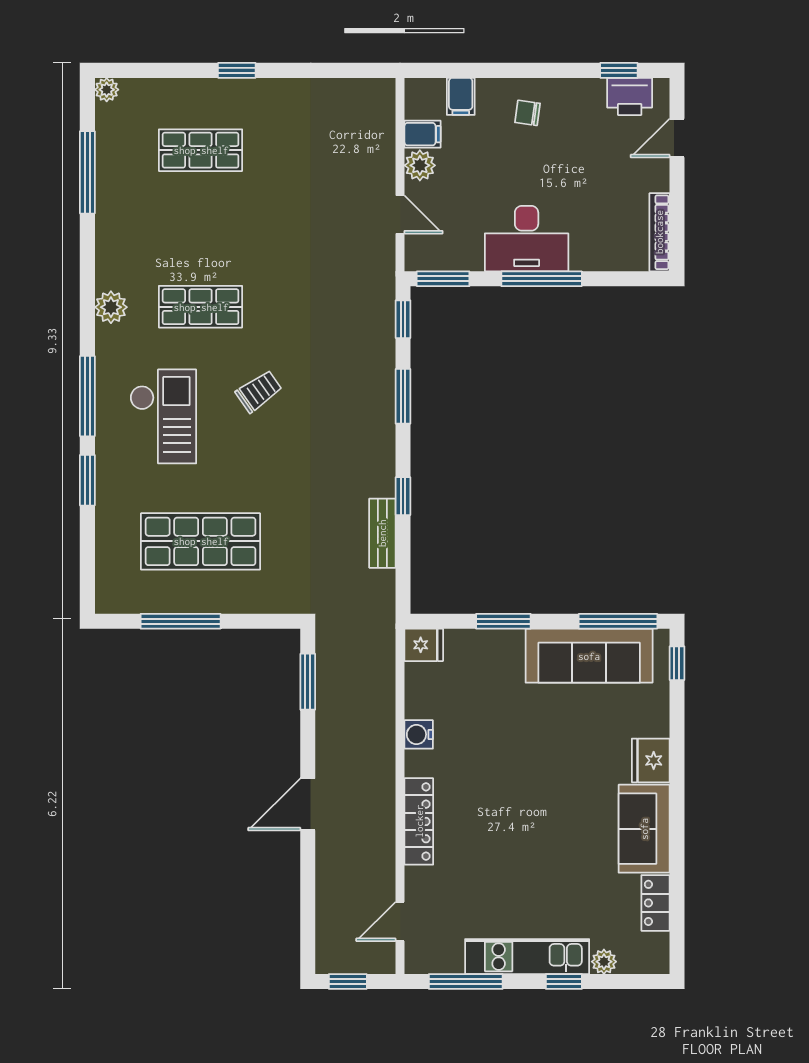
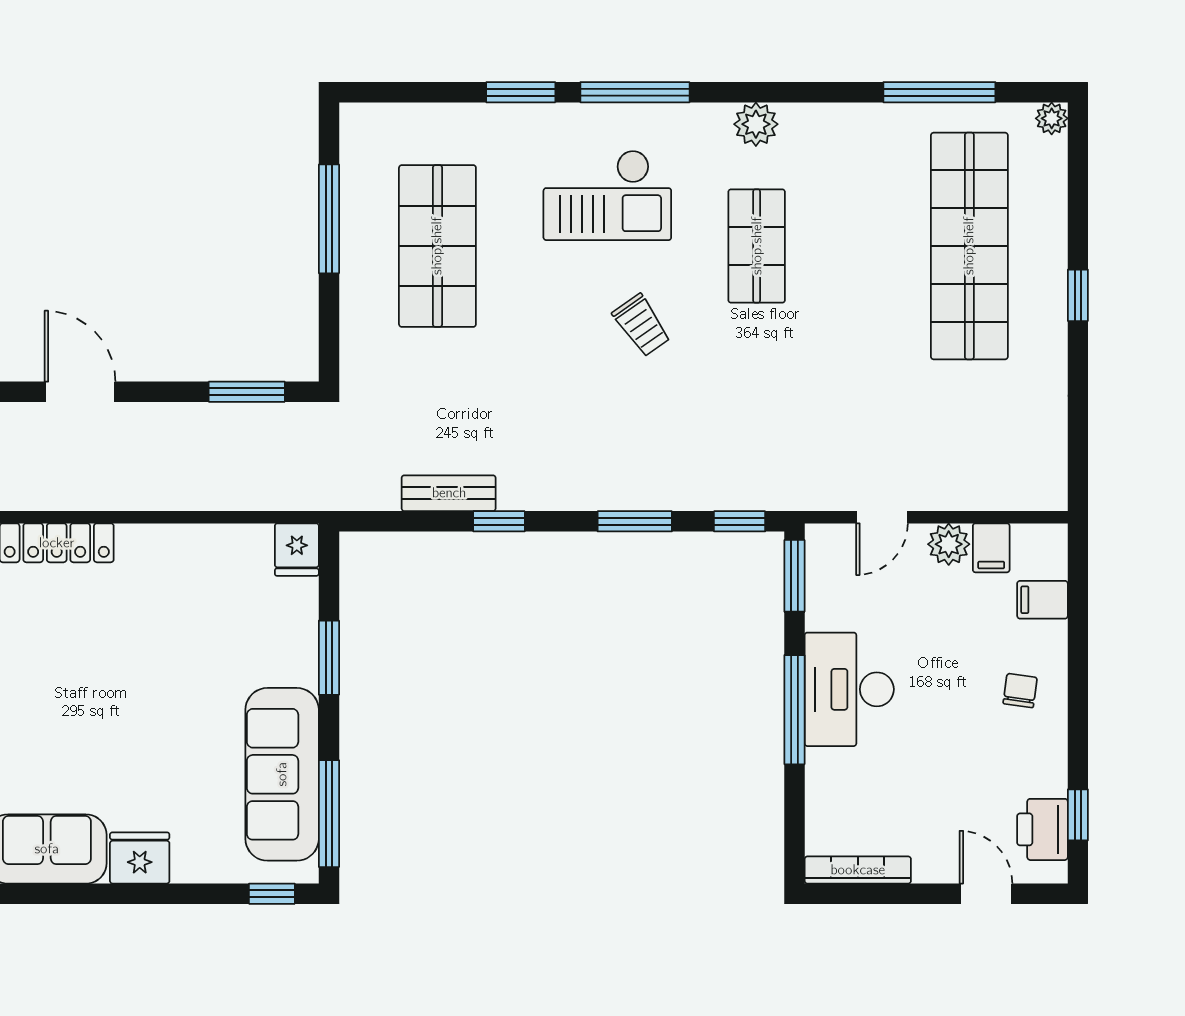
shop shelf: (201, 150) -> (969, 246), width x2.00, depth x1.36
water cooler: (419, 734) -> (175, 543), removed

